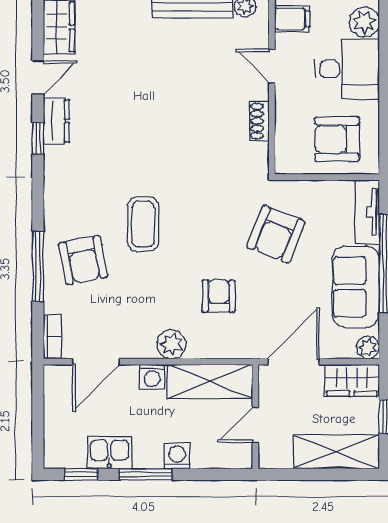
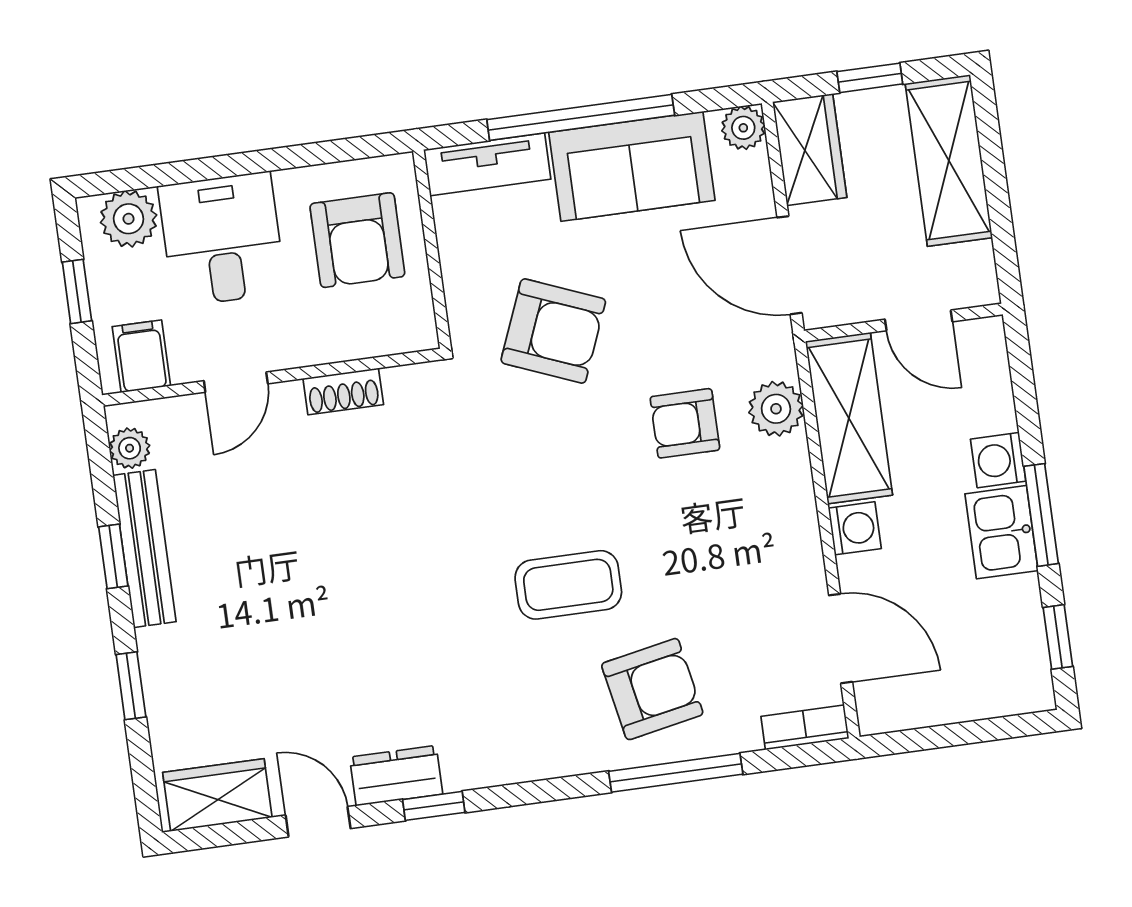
plant: (172, 344) -> (776, 409), moved
kitchen sink: (109, 453) -> (1001, 532), moved

